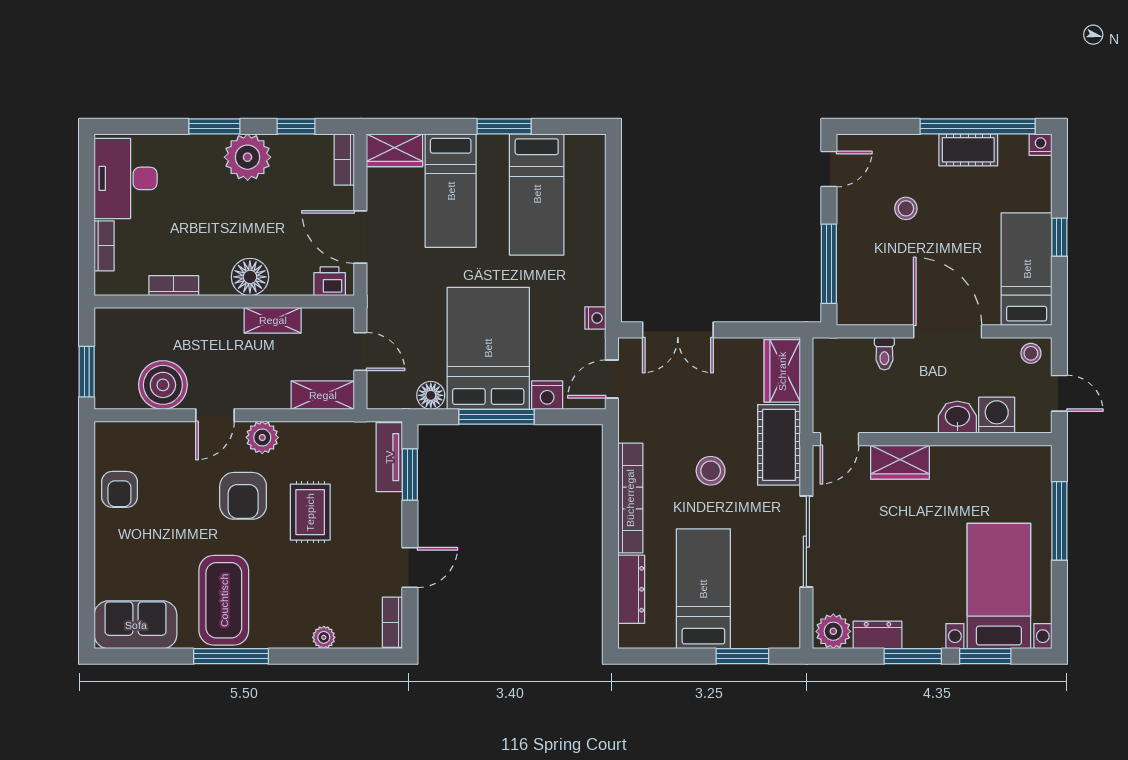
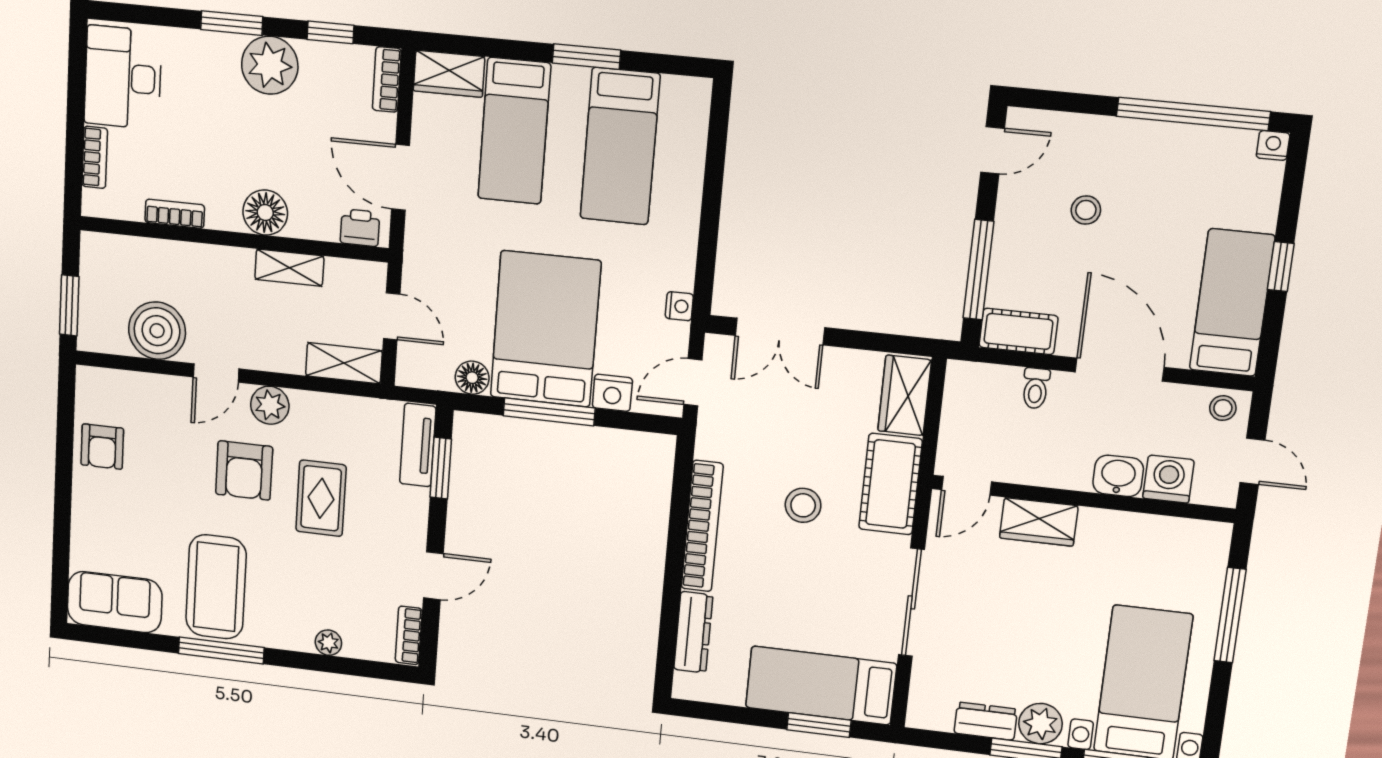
cot: (968, 150) -> (1018, 331), moved
bed: (703, 589) -> (821, 685), moved, turned -90
plant: (833, 631) -> (1041, 724), moved

